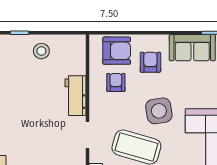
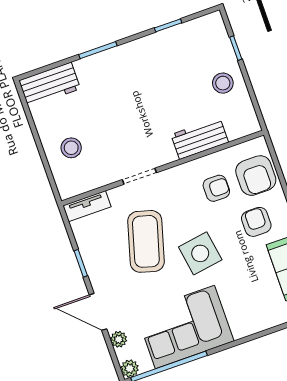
armchair: (150, 62) -> (256, 222), turned -90
workbench: (76, 96) -> (200, 138), moved

